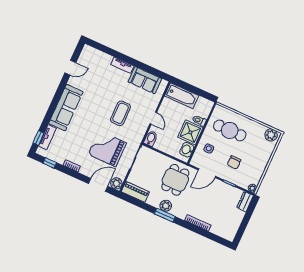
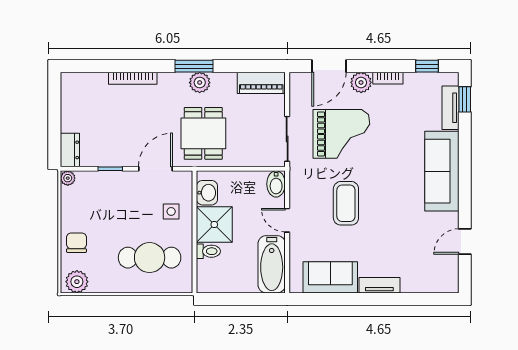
bathtub: (182, 96) -> (272, 264), moved, turned -90
chair: (234, 162) -> (76, 243), moved
plant: (116, 183) -> (361, 82), moved

